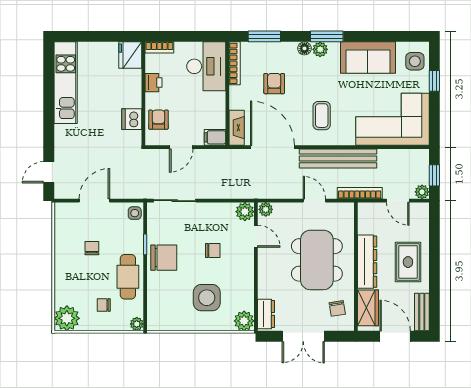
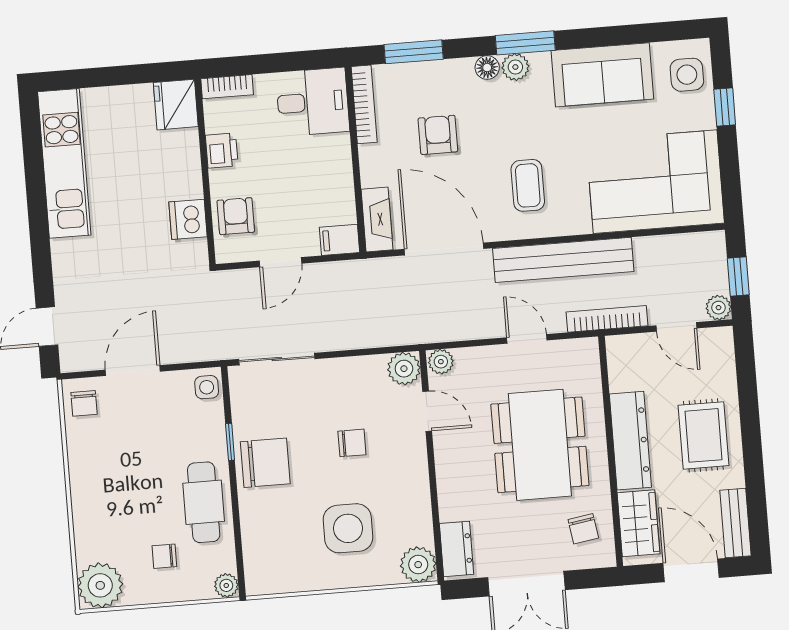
desk: (206, 66) -> (313, 102), width x0.73
chair: (92, 248) -> (84, 403), moved, turned 180

